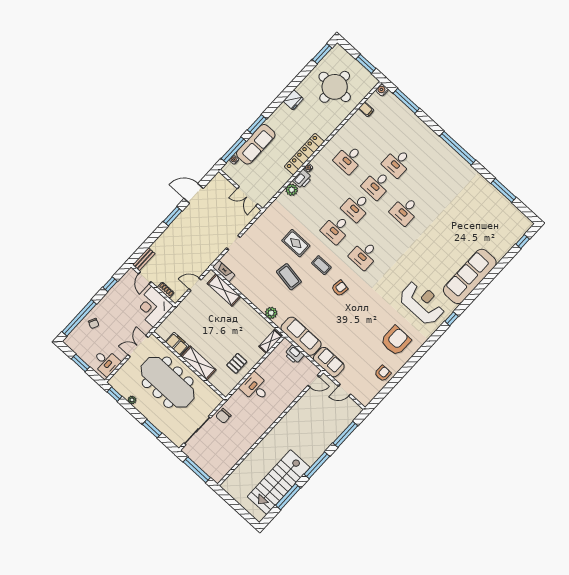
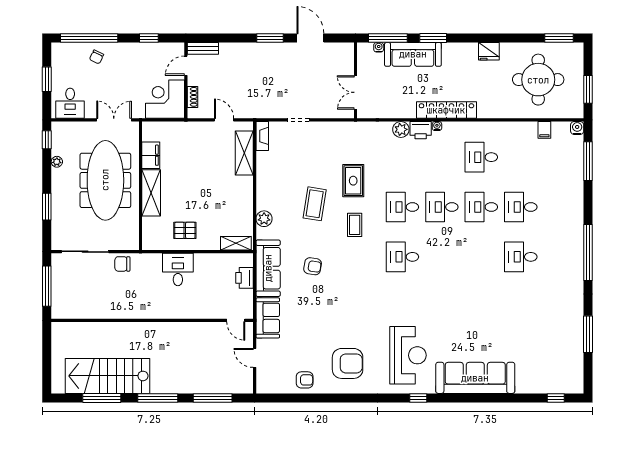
desk: (405, 210) -> (521, 257), moved
armchair: (340, 288) -> (313, 266), moved

